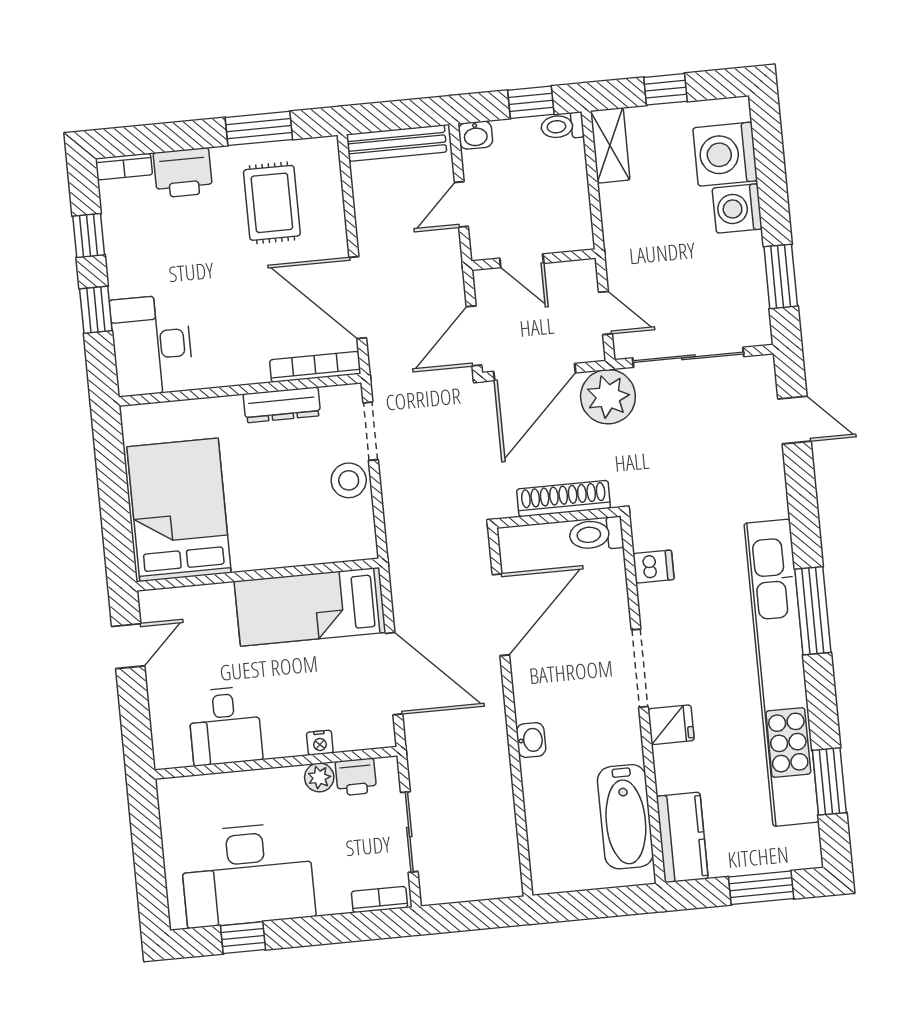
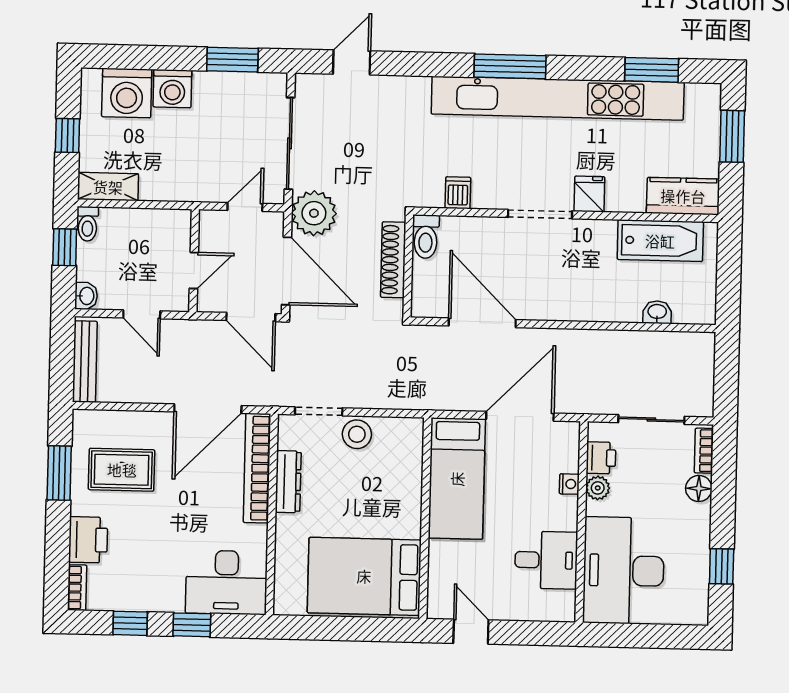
bookcase: (315, 367) -> (257, 468), width x1.48, depth x1.31
washbasin: (531, 740) -> (657, 312), moved
desk: (247, 875) -> (624, 571), moved, turned 180
floor lamp: (333, 899) -> (699, 488), added

